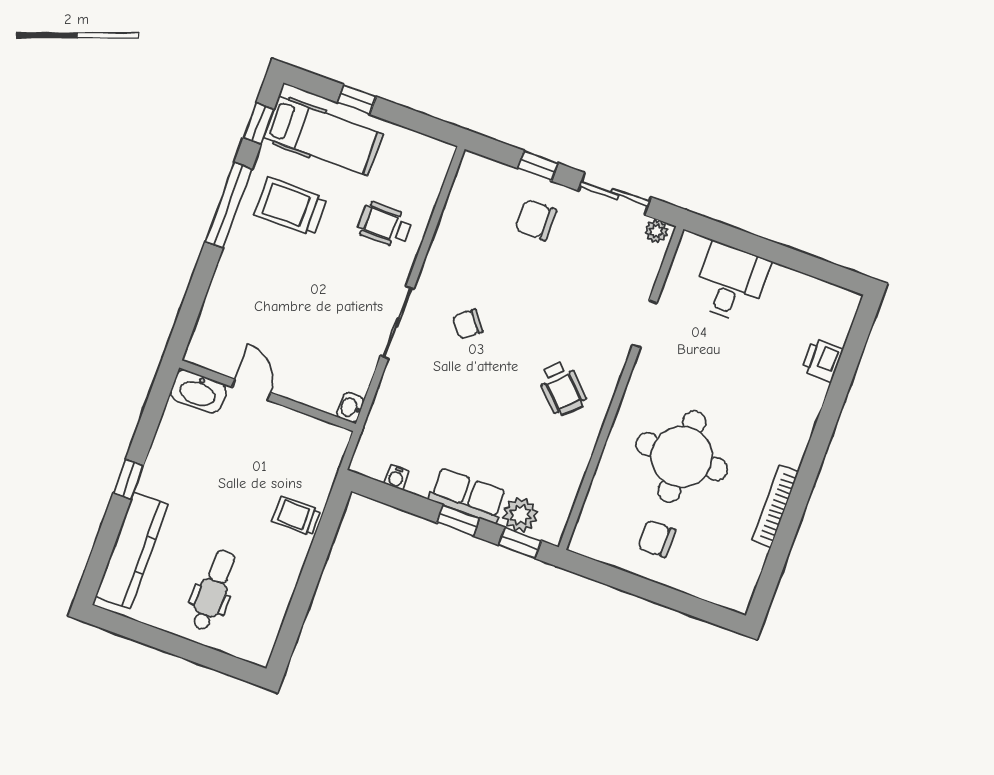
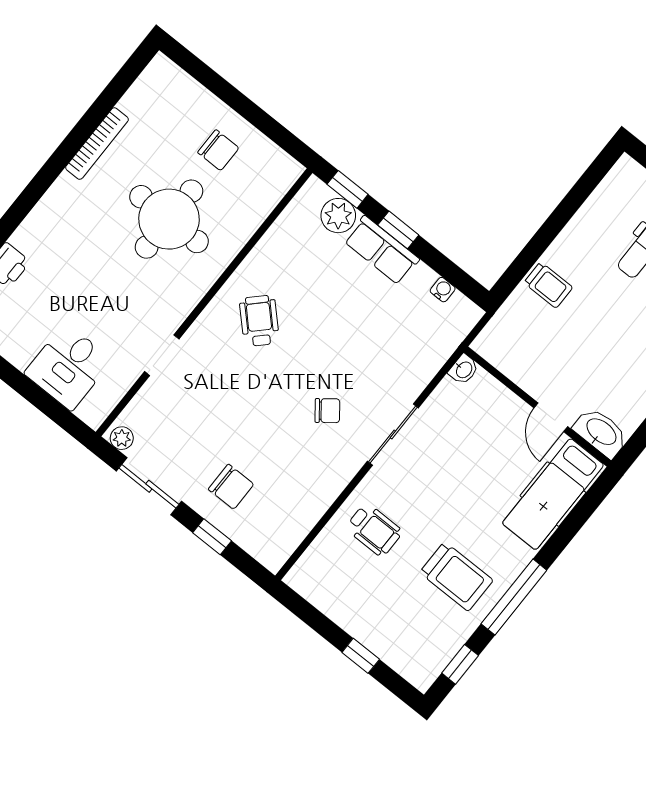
hospital bed: (323, 136) -> (553, 494), moved, turned -90

